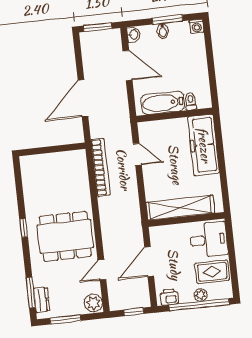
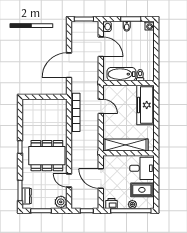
door: (149, 262) -> (101, 178), hinge flipped
door: (102, 270) -> (69, 180), hinge flipped

